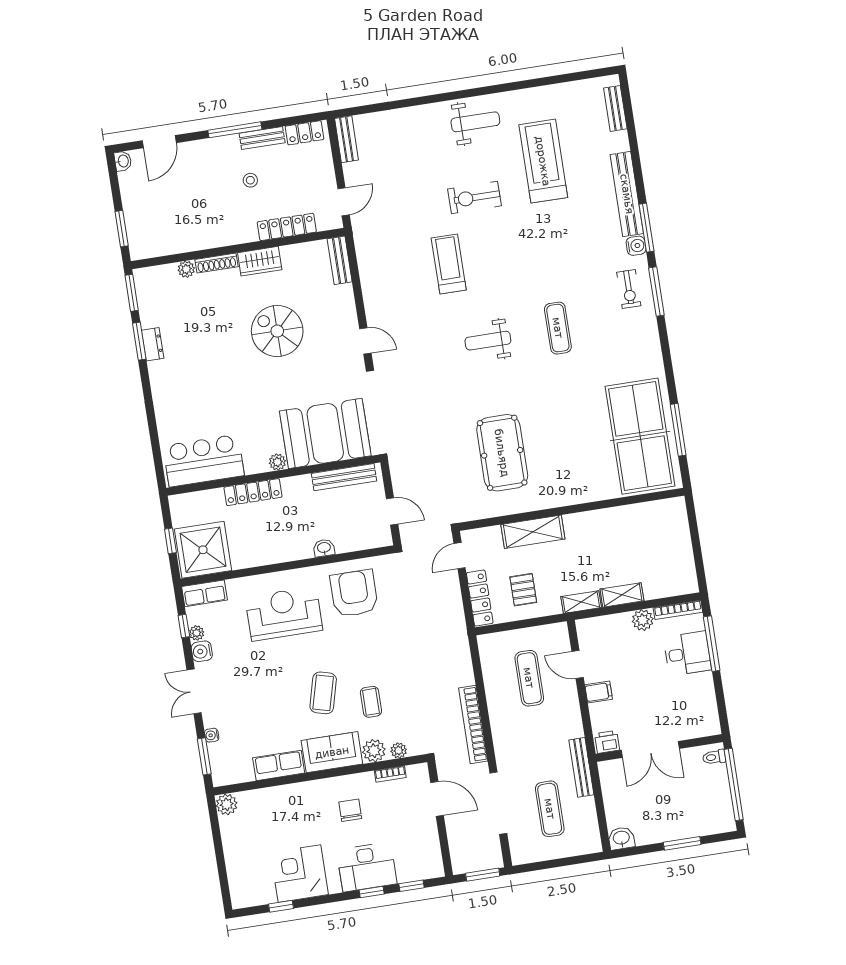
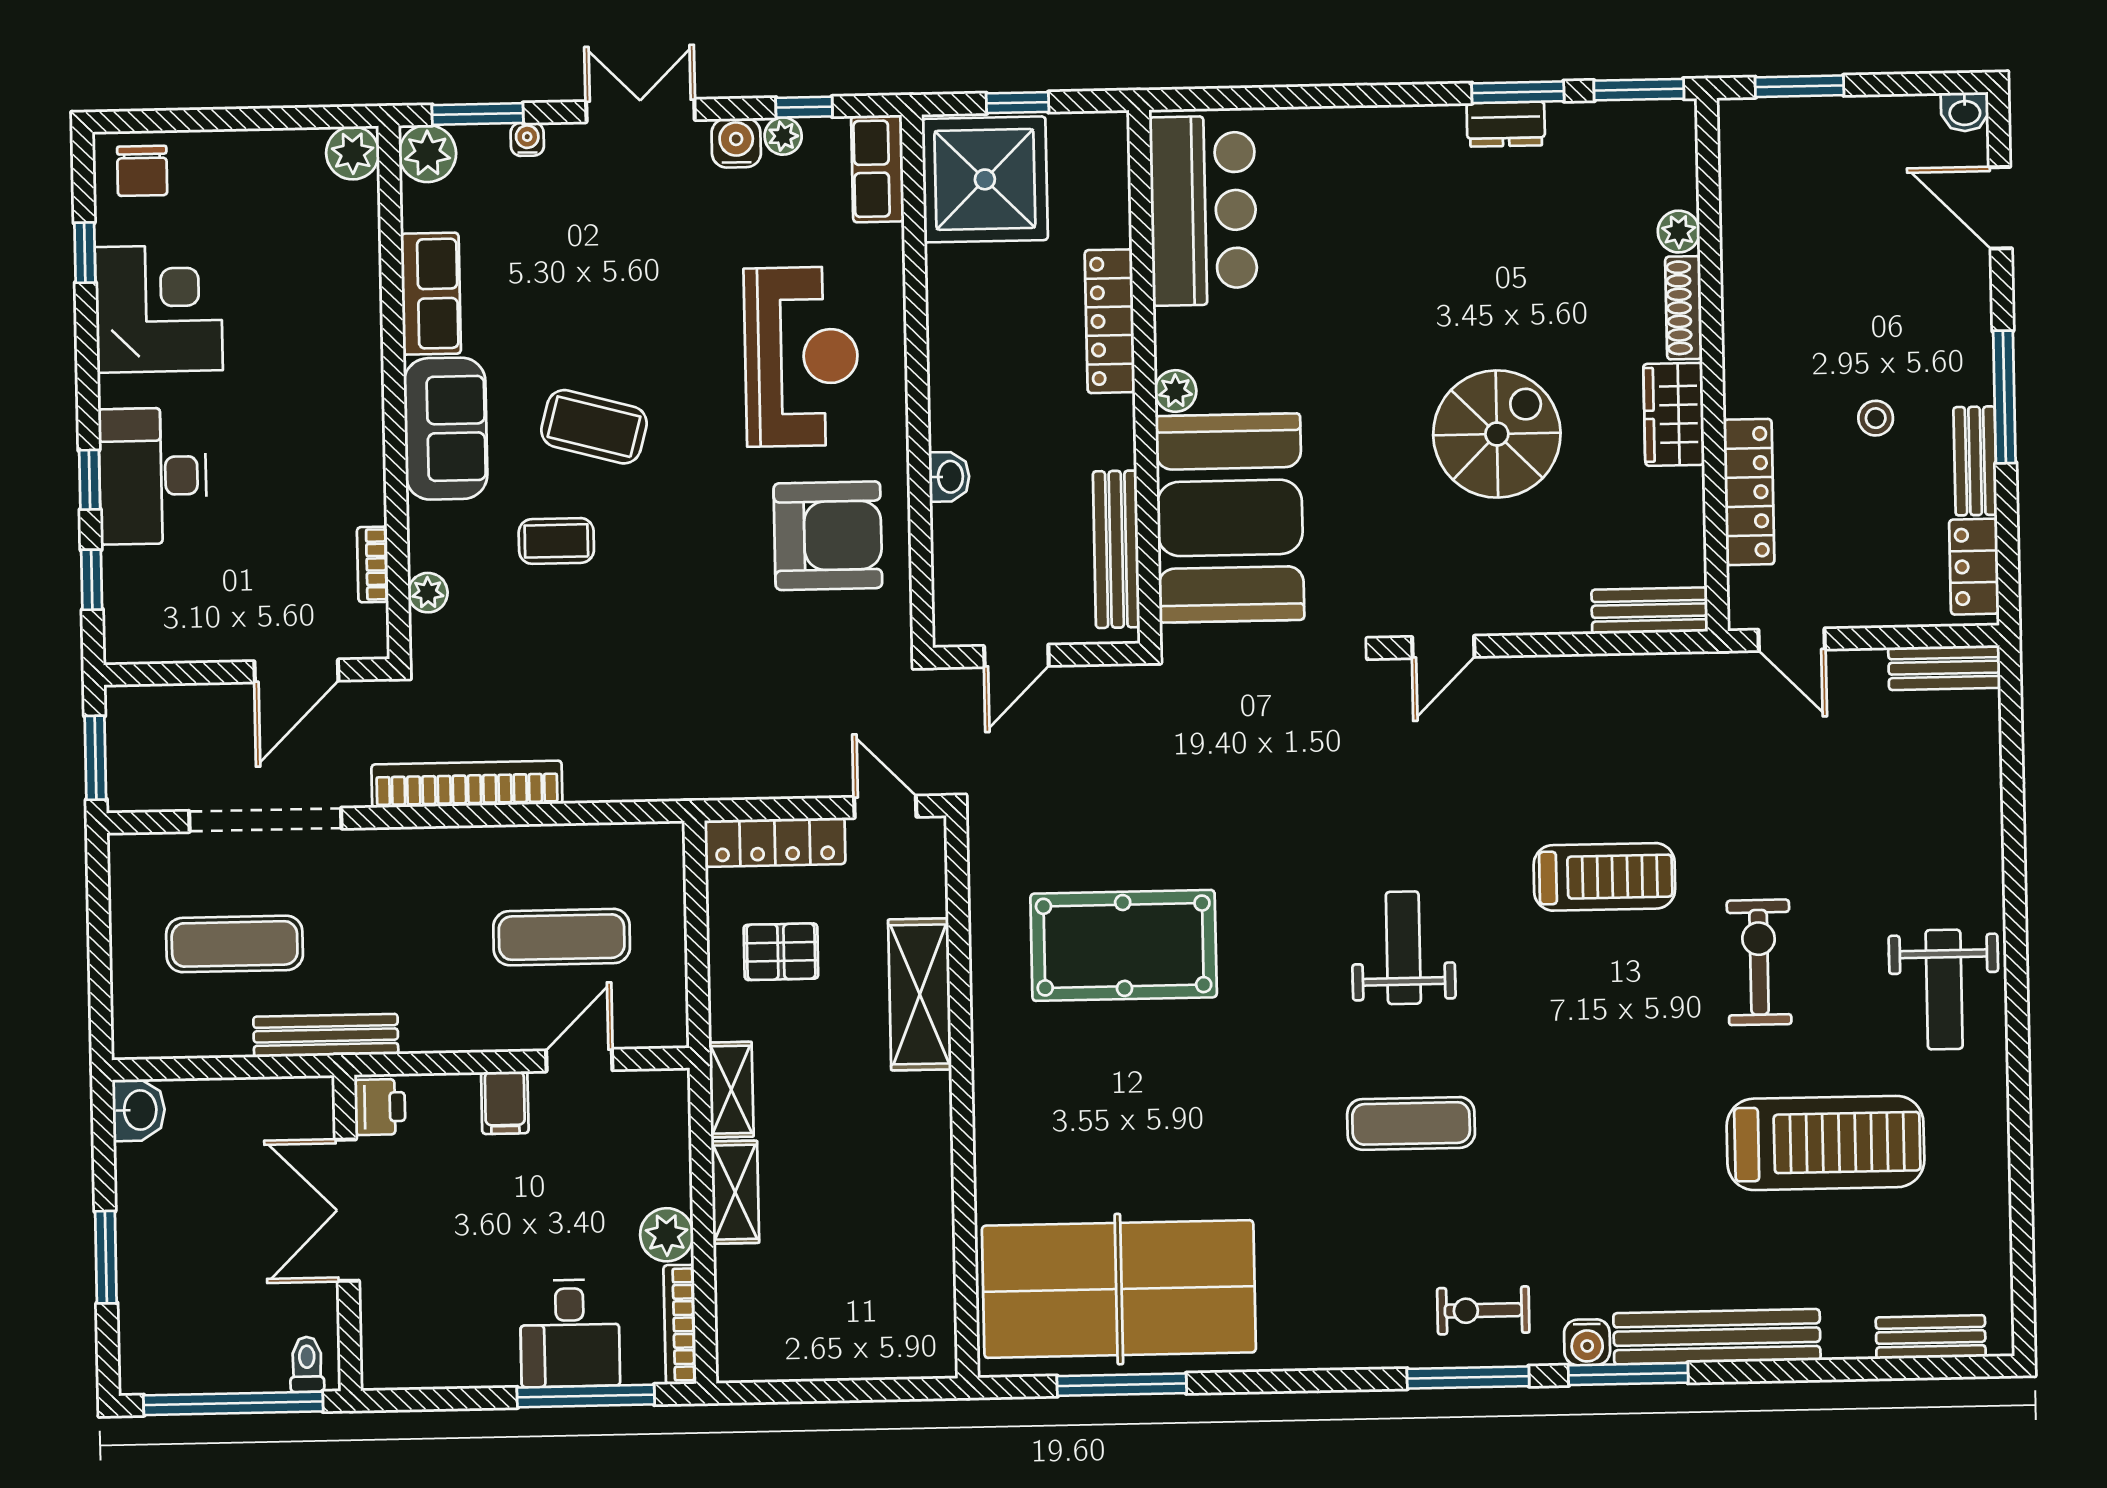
plant: (374, 751) -> (427, 153), moved
chair: (350, 810) -> (142, 171), moved, turned 90

